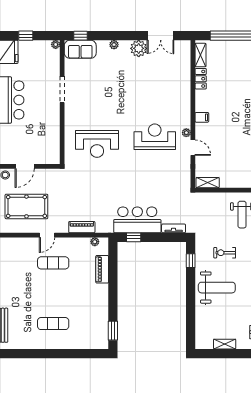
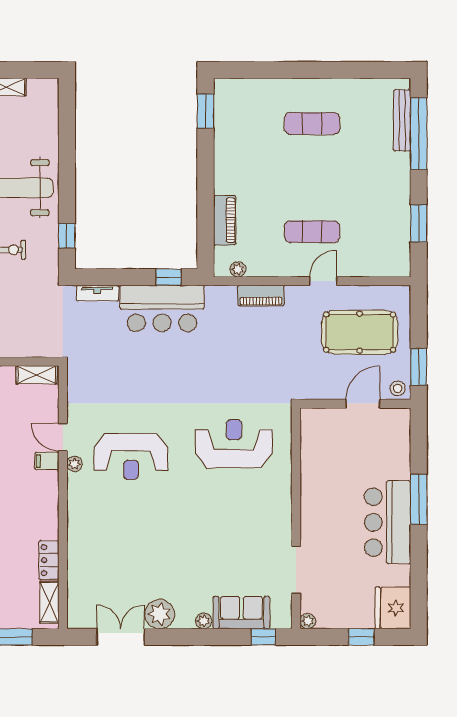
sofa: (80, 49) -> (241, 613), moved
doorway: (62, 89) -> (296, 570), moved
filing cabinet: (202, 117) -> (47, 461), moved

